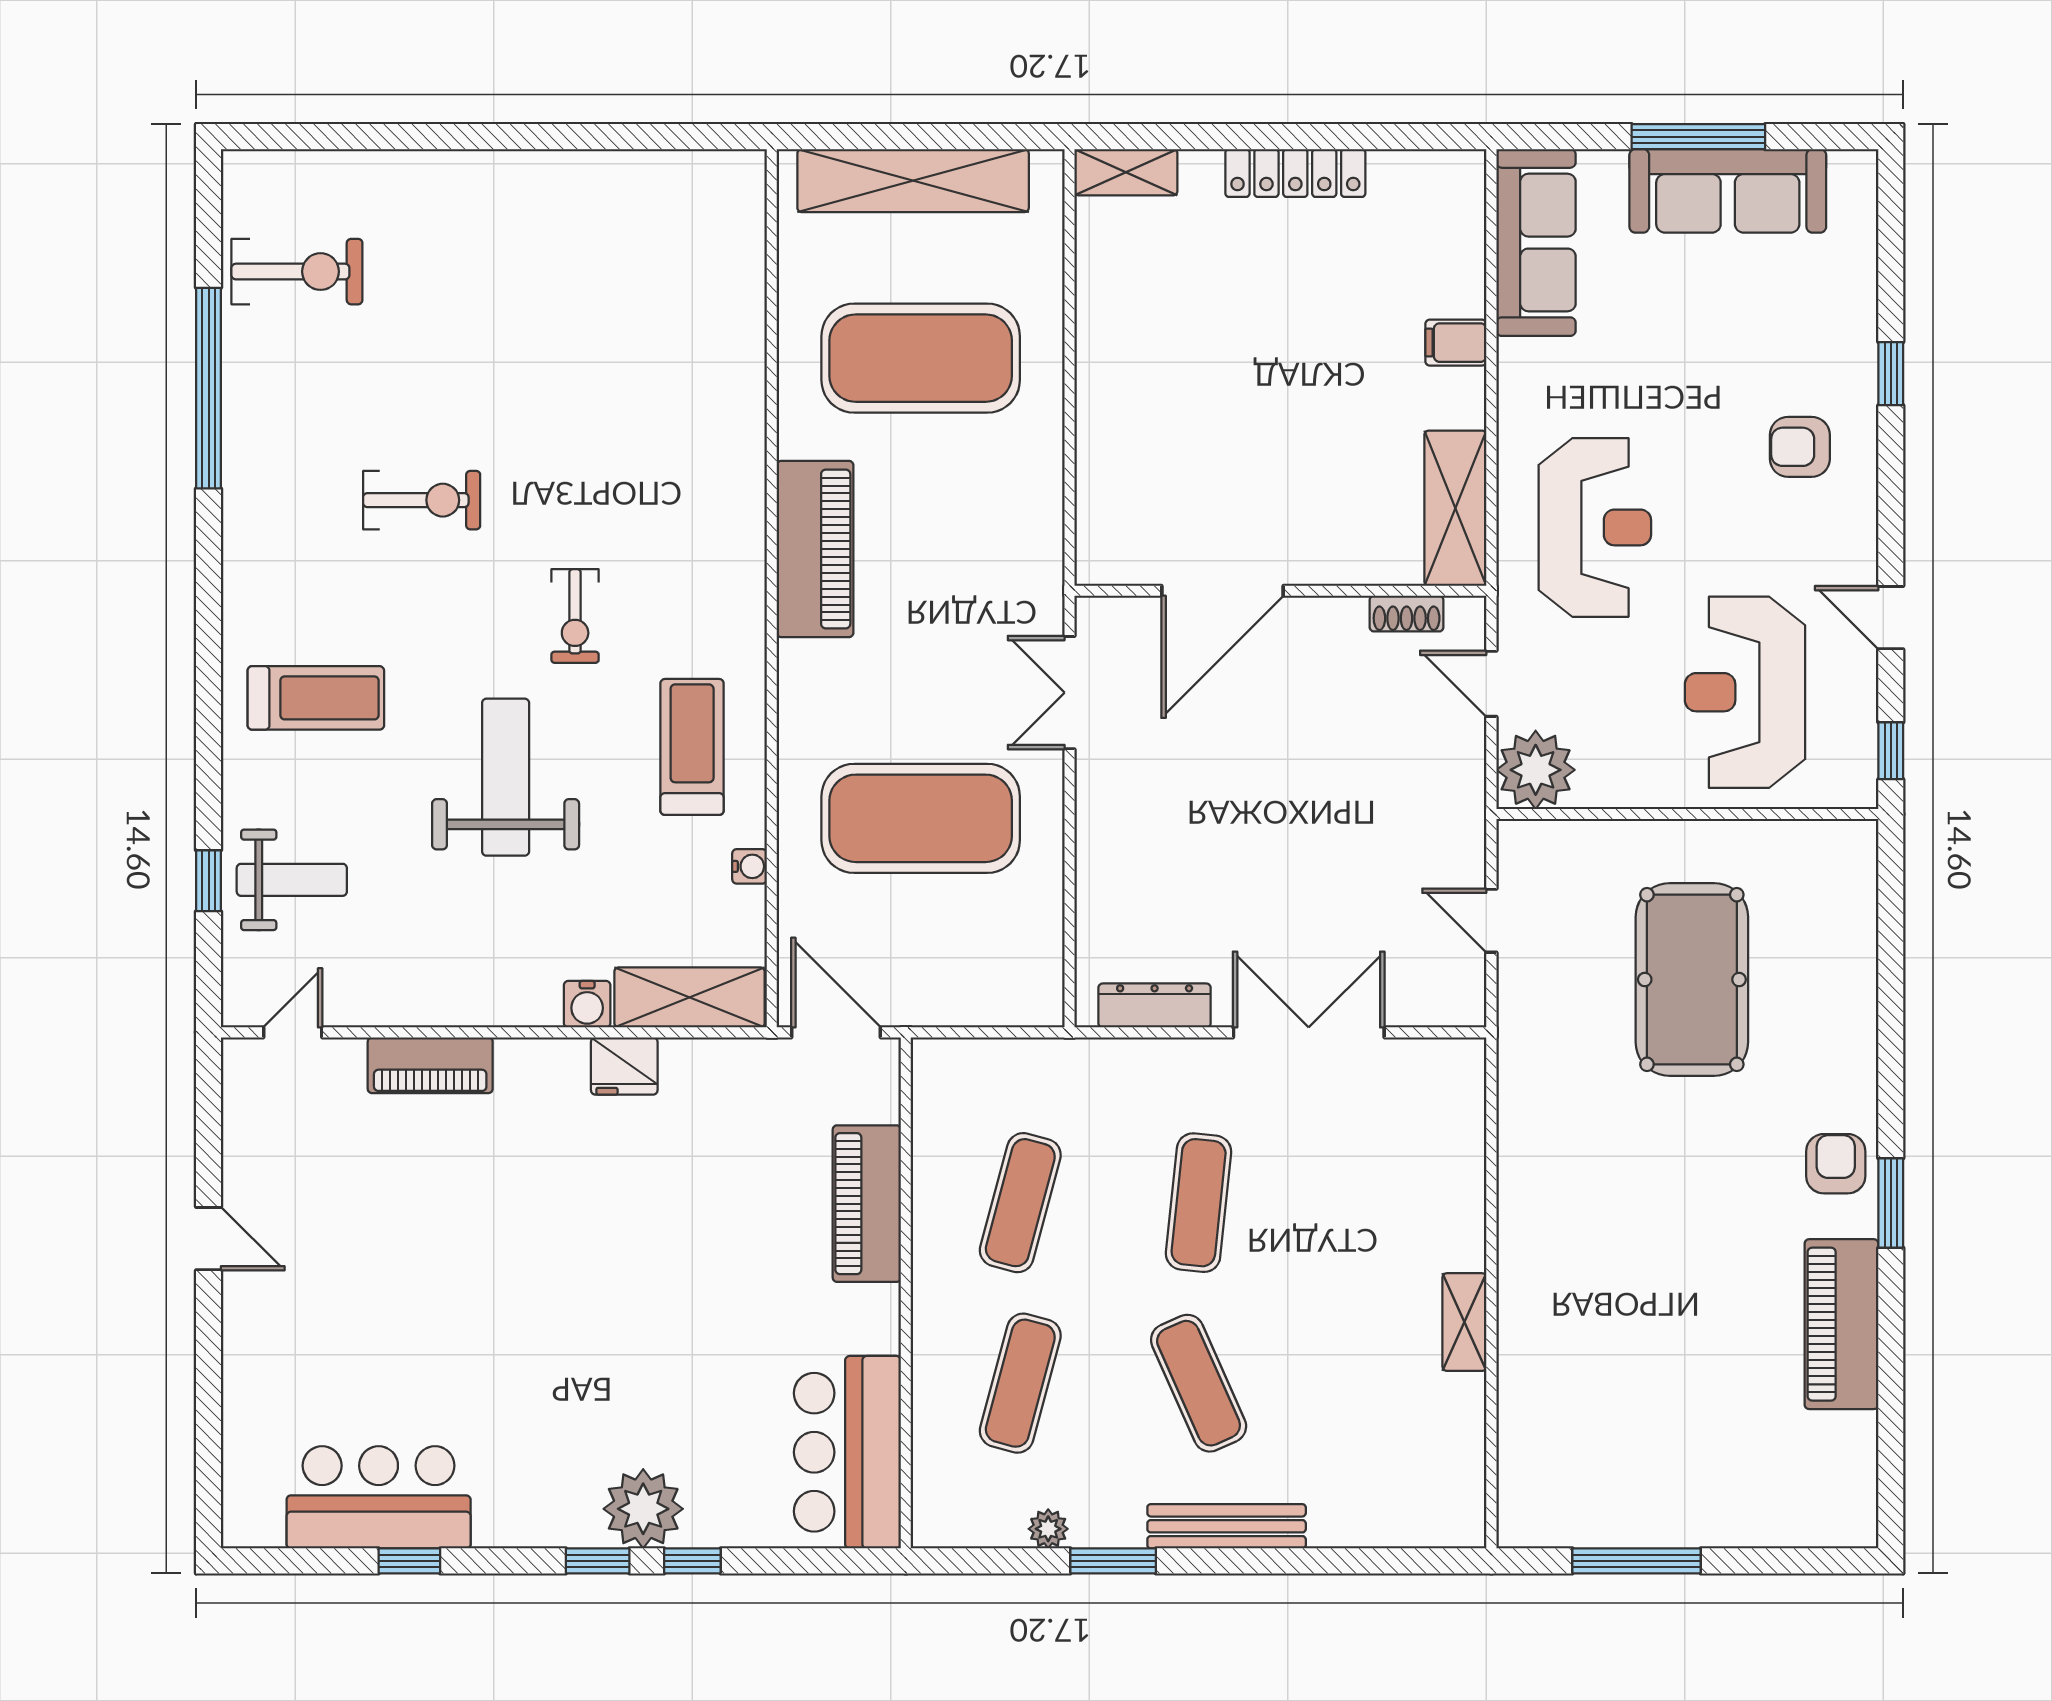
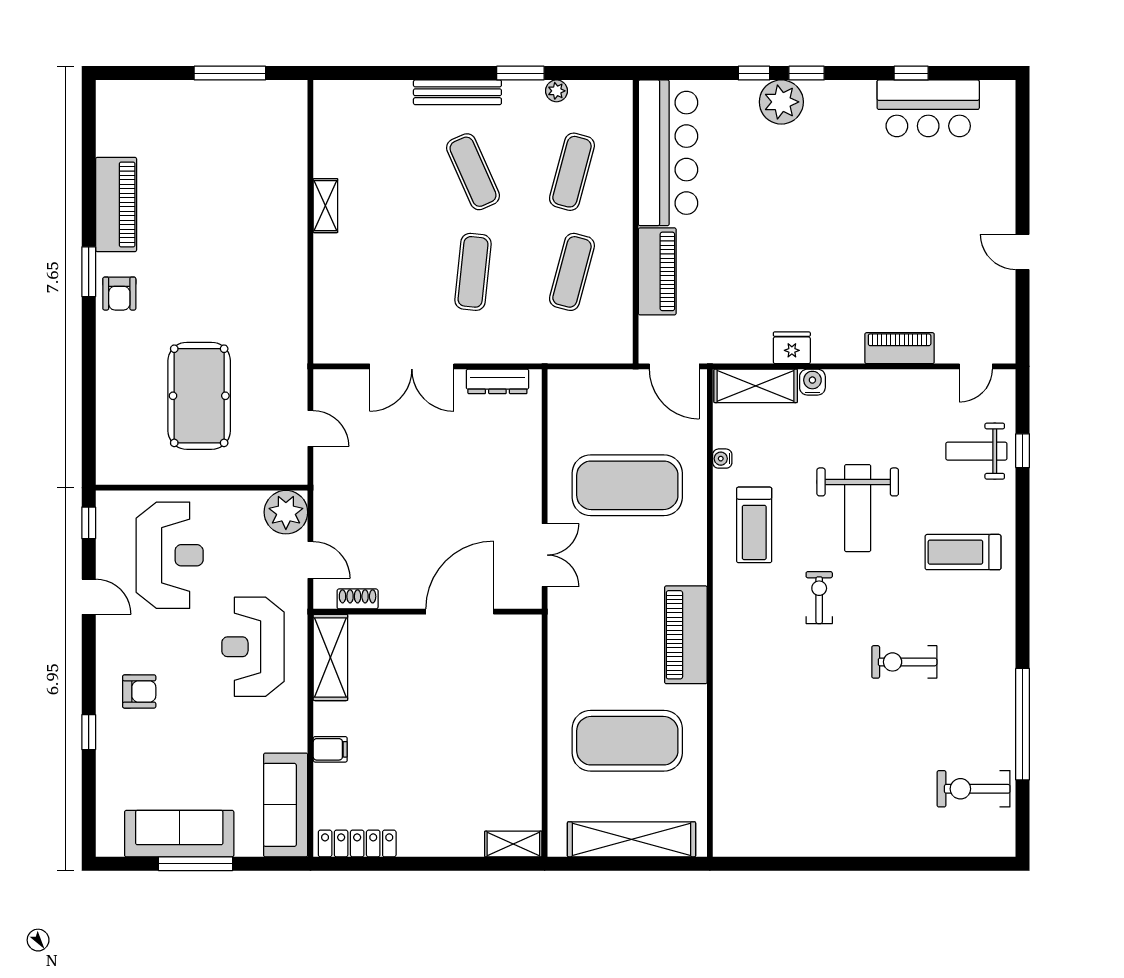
locker: (1295, 173) -> (357, 844), moved
bar counter: (847, 1452) -> (668, 153), width x1.36

